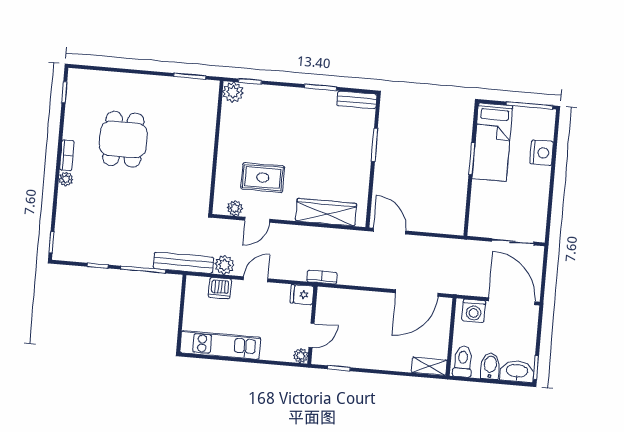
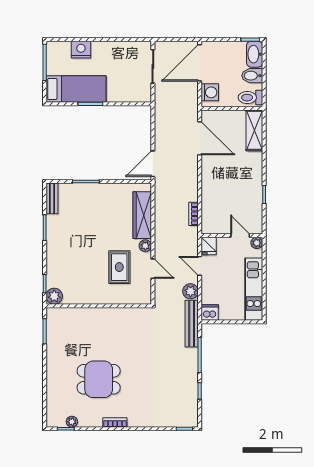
plant: (66, 179) -> (72, 422), moved
plant: (235, 208) -> (145, 246), moved
dishwasher: (220, 288) -> (210, 312), moved, turned -90
fridge: (302, 294) -> (209, 246), moved
wall: (312, 325) -> (232, 236), moved
door: (312, 335) -> (240, 236), moved
plant: (301, 356) -> (257, 243), moved
shelving: (429, 366) -> (254, 130), width x1.50, depth x1.33

